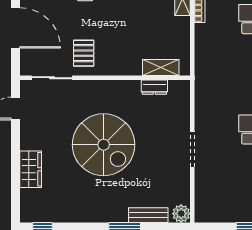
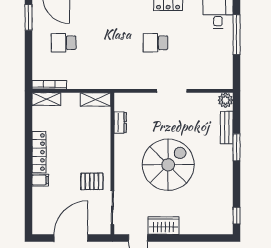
shelving: (161, 67) -> (96, 99), moved, turned 90
wardrobe: (31, 169) -> (163, 226), moved

